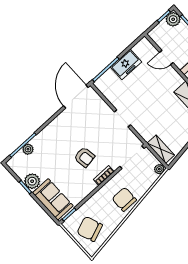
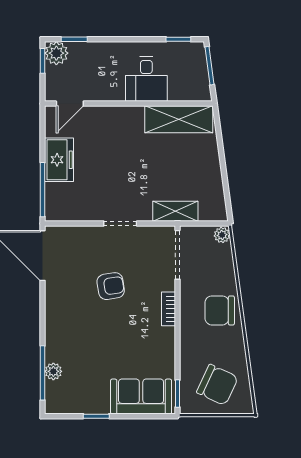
door: (166, 57) -> (70, 104), moved
shelving: (161, 149) -> (175, 211), moved
armchair: (84, 157) -> (111, 286), moved
plant: (32, 181) -> (96, 402), removed
chair: (90, 229) -> (217, 385), turned -134

